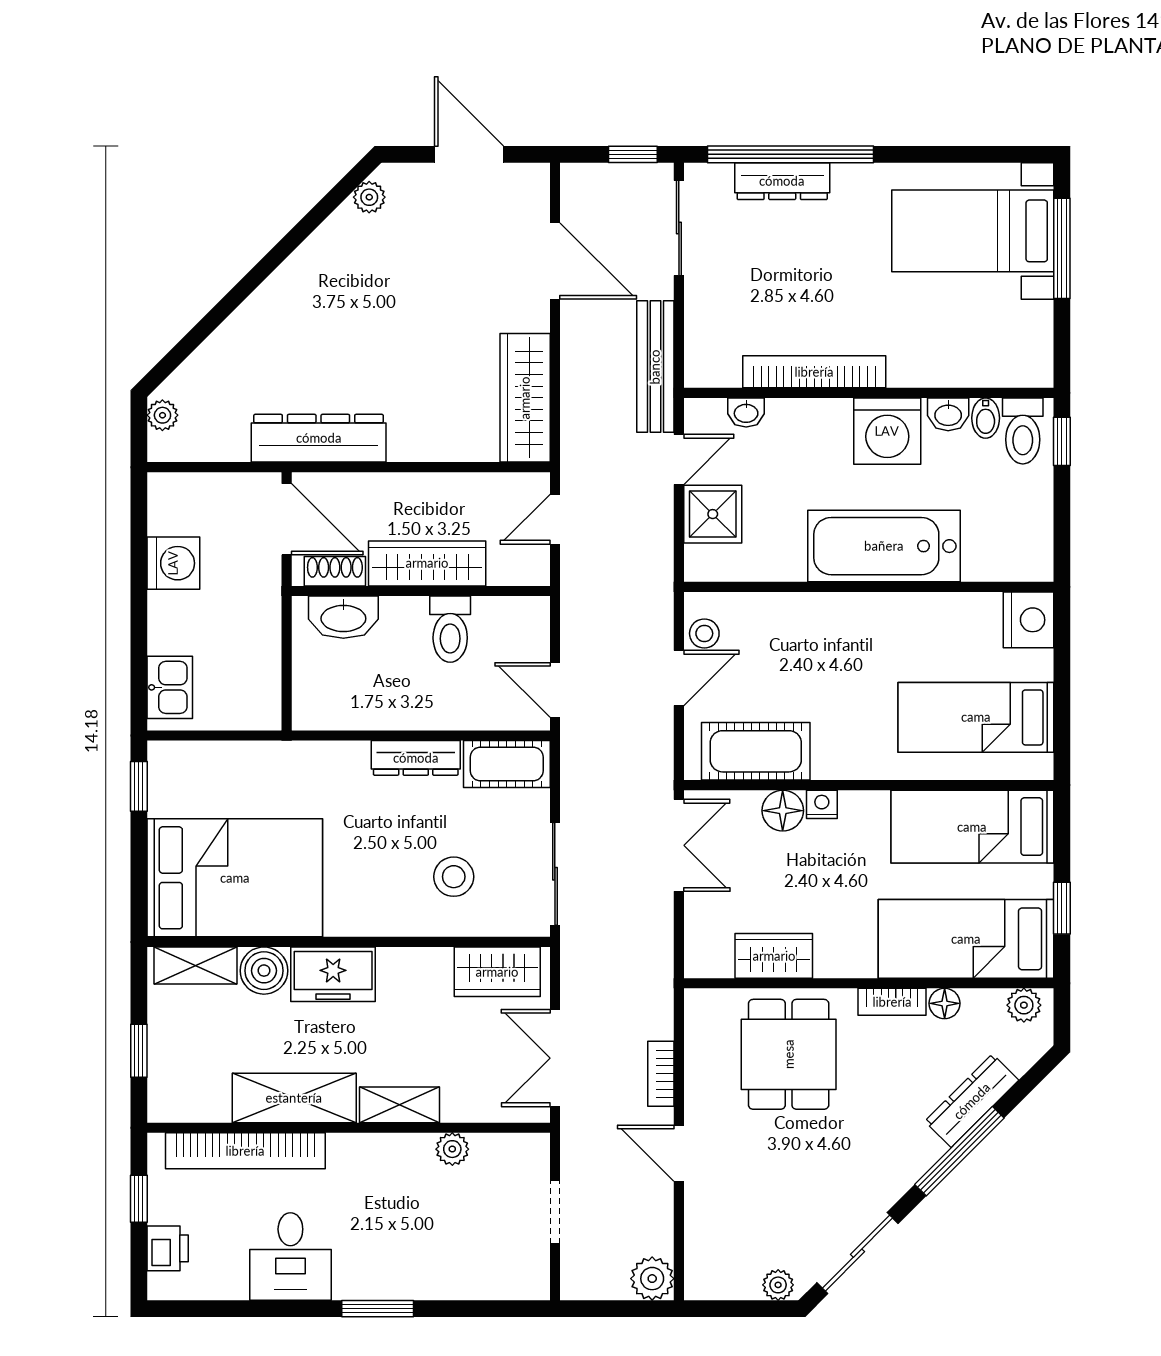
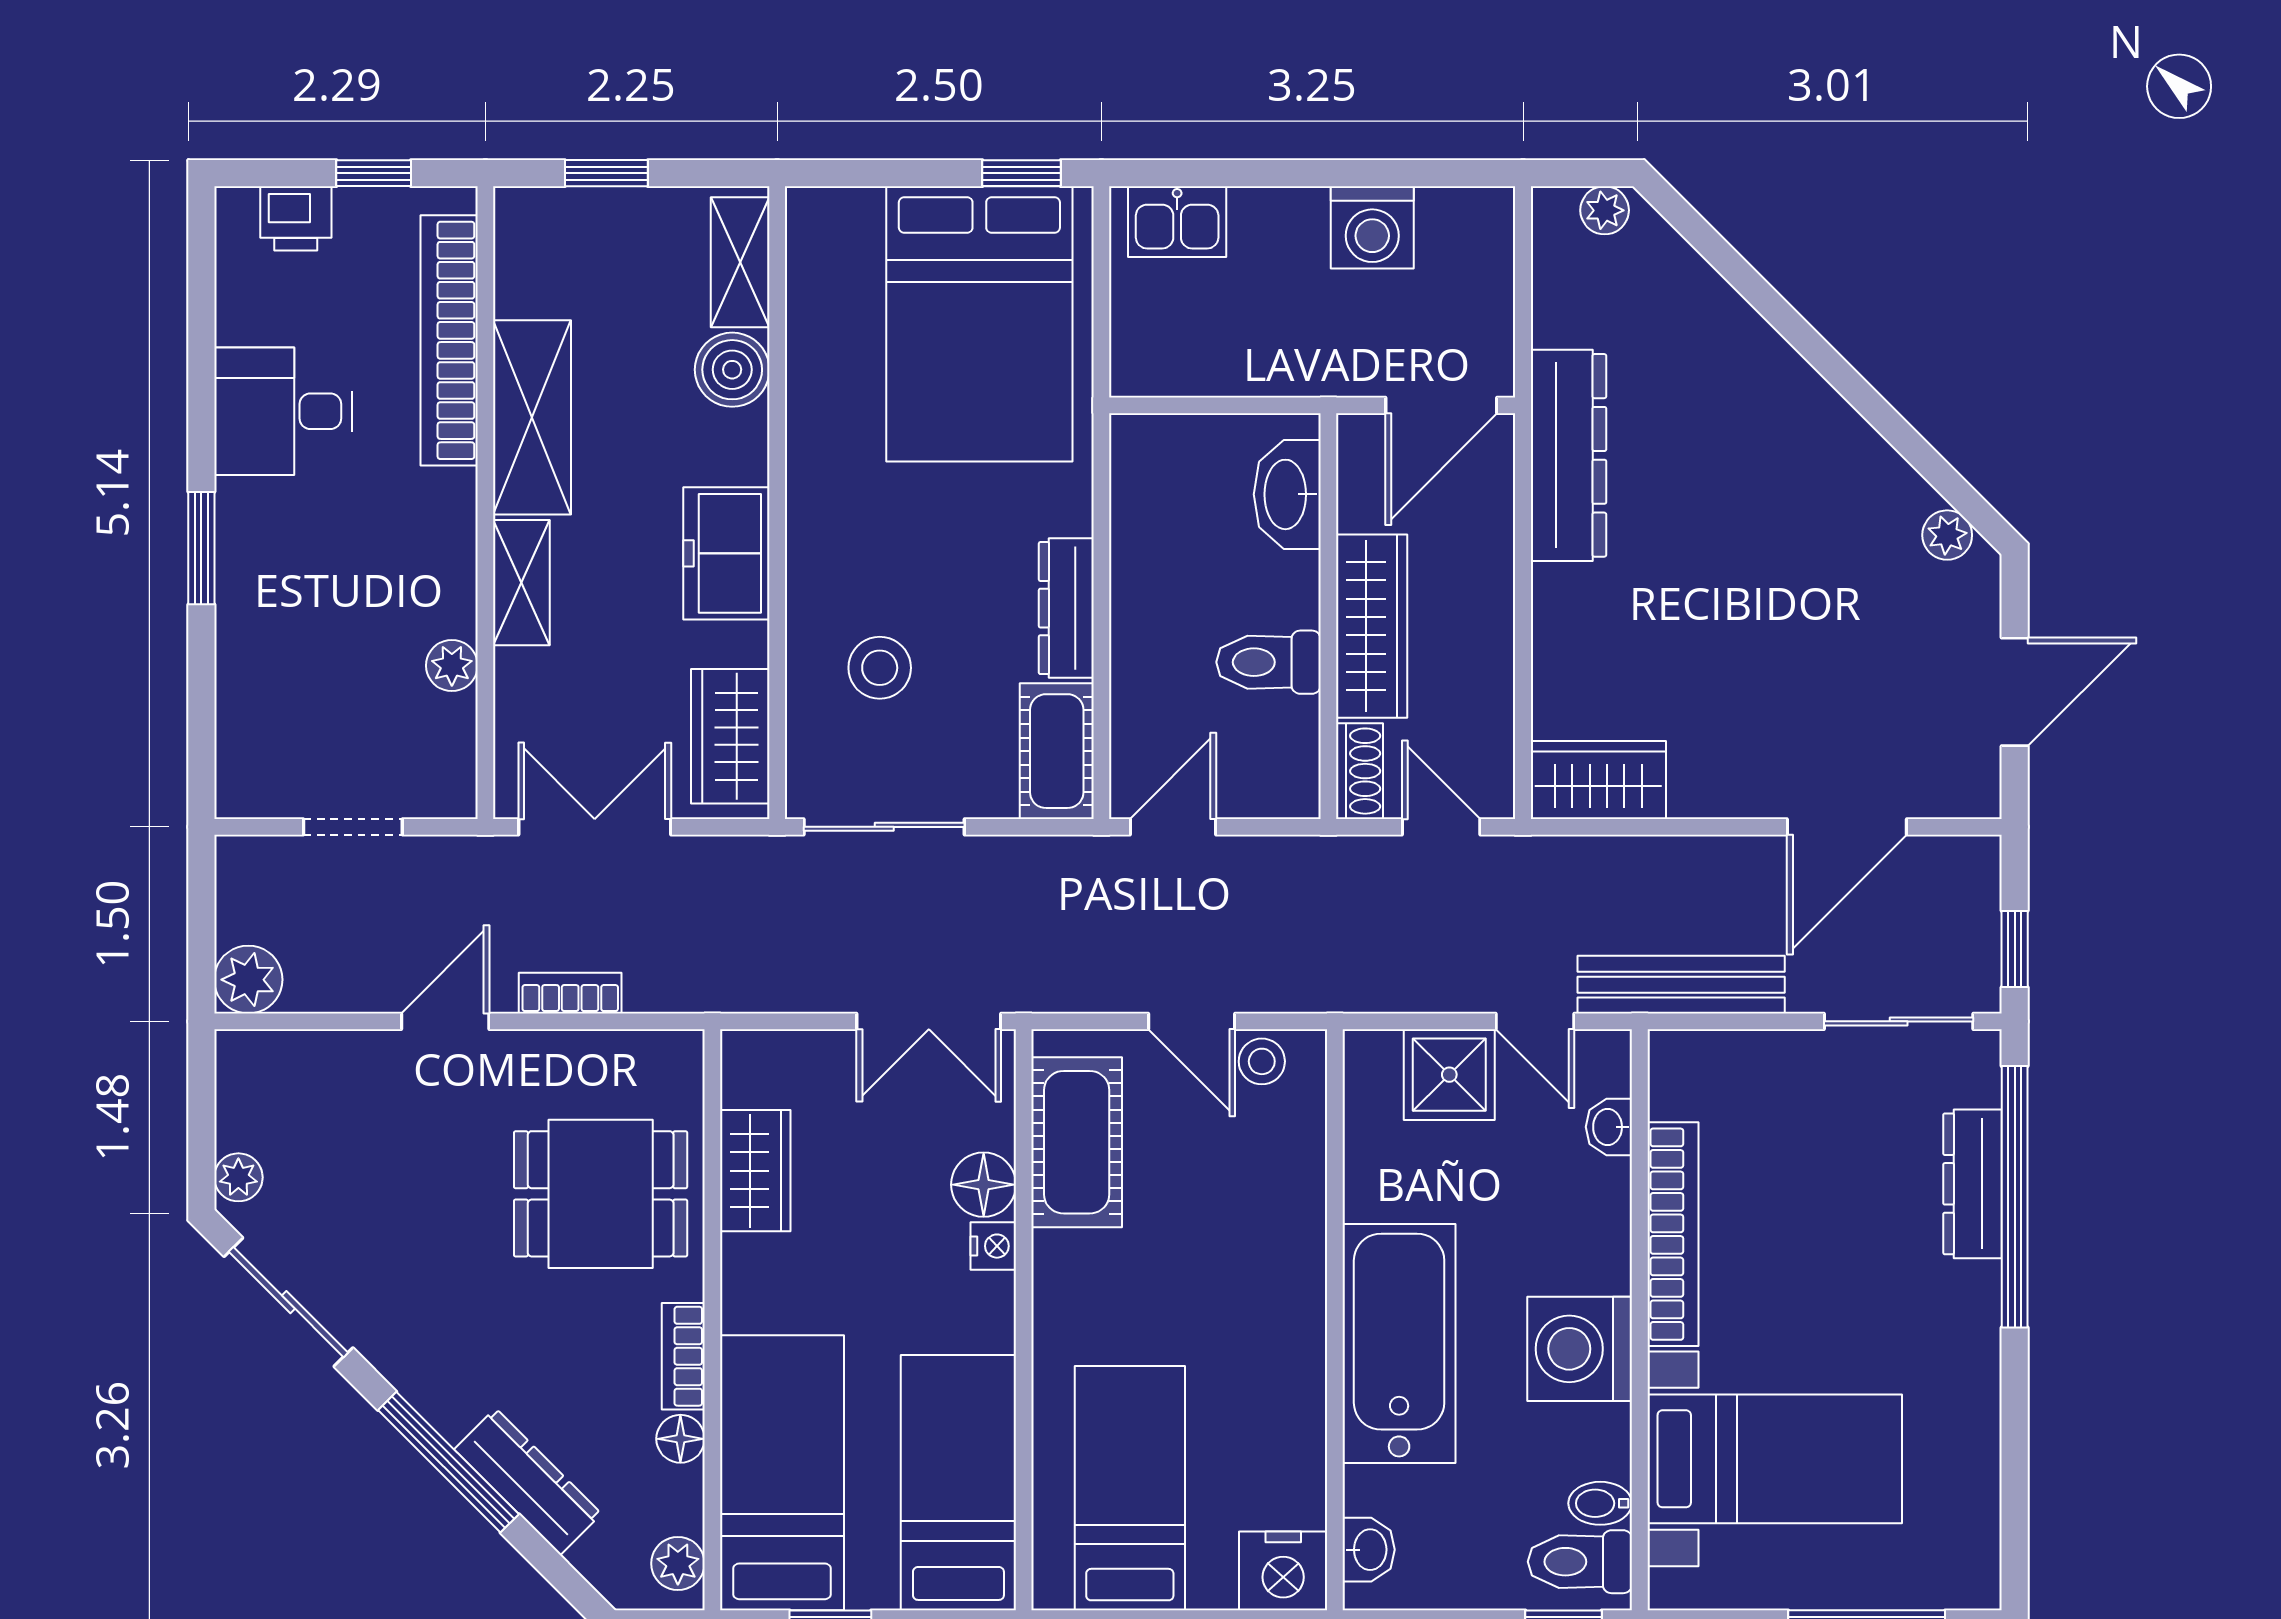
bed with nightstands: (973, 231) -> (1775, 1459), moved, turned 90
wardrobe: (525, 398) -> (1598, 780), width x0.67
washbasin: (948, 414) -> (1369, 1550), moved, turned 180
shoe rack: (335, 571) -> (1360, 771), moved
bed: (235, 878) -> (979, 324), moved
freezer: (333, 974) -> (726, 553), moved

